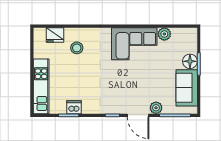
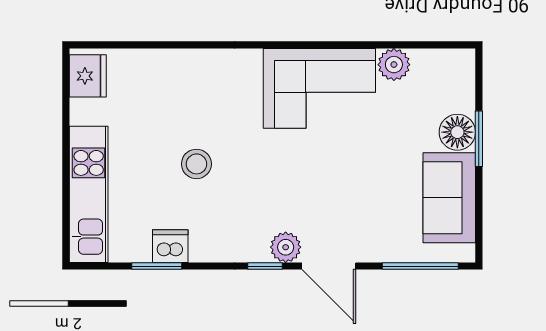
fridge: (55, 35) -> (88, 76), moved, turned -90
stool: (77, 48) -> (196, 164), moved
plant: (156, 108) -> (286, 247), moved

